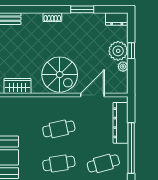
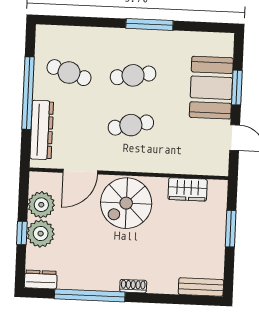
window: (82, 9) -> (90, 295), width x2.11
plant: (123, 67) -> (41, 205), width x1.87, depth x1.87
spiral stairs: (60, 75) -> (126, 203), turned -90
cafe table: (103, 163) -> (69, 73), turned 33

